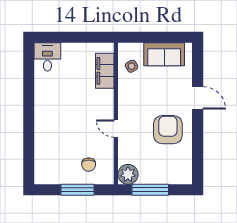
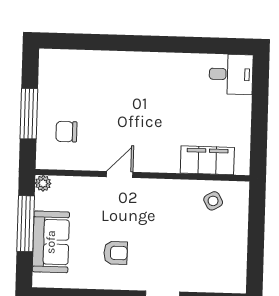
sofa: (164, 54) -> (51, 242), moved, turned 180
armchair: (168, 130) -> (116, 253), width x0.53, depth x0.53
plant: (128, 174) -> (43, 183), width x0.53, depth x0.53

